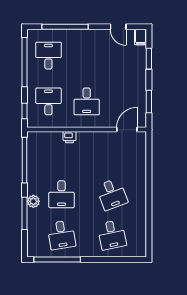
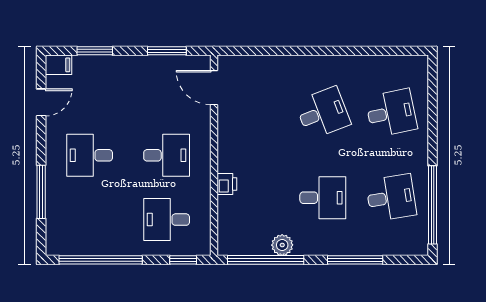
window: (65, 27) -> (41, 192), width x0.68
desk: (48, 56) -> (90, 155), moved
plant: (33, 201) -> (282, 245), moved

